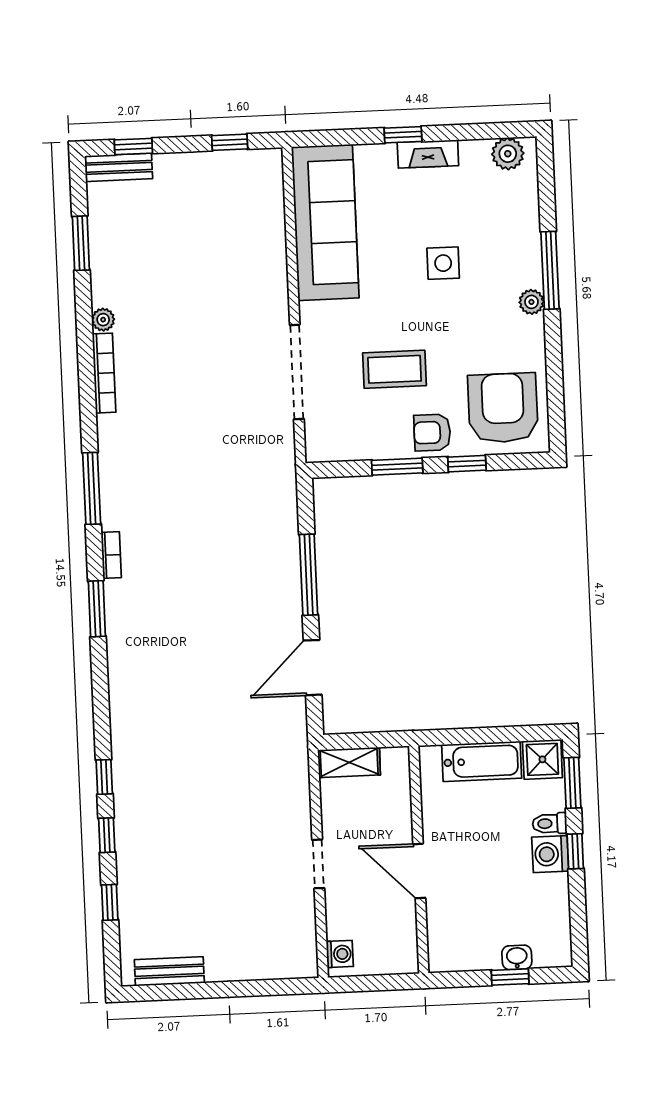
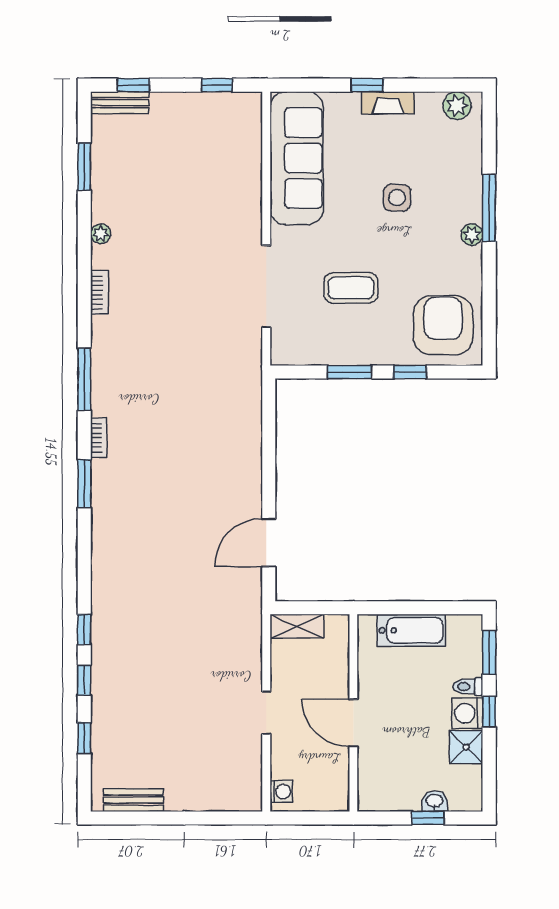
bookcase: (104, 373) -> (99, 292), width x0.64
armchair: (432, 432) -> (381, 344), removed
window: (309, 575) -> (269, 462), removed
shower: (542, 759) -> (466, 747), moved

